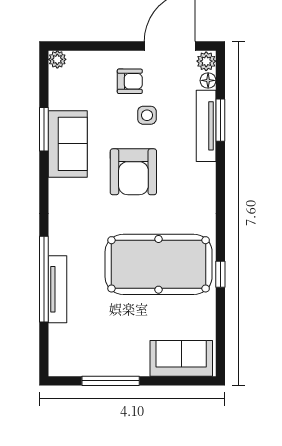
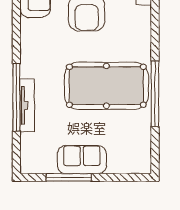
window: (220, 274) -> (155, 94), width x3.17
sofa: (181, 358) -> (82, 160), moved

